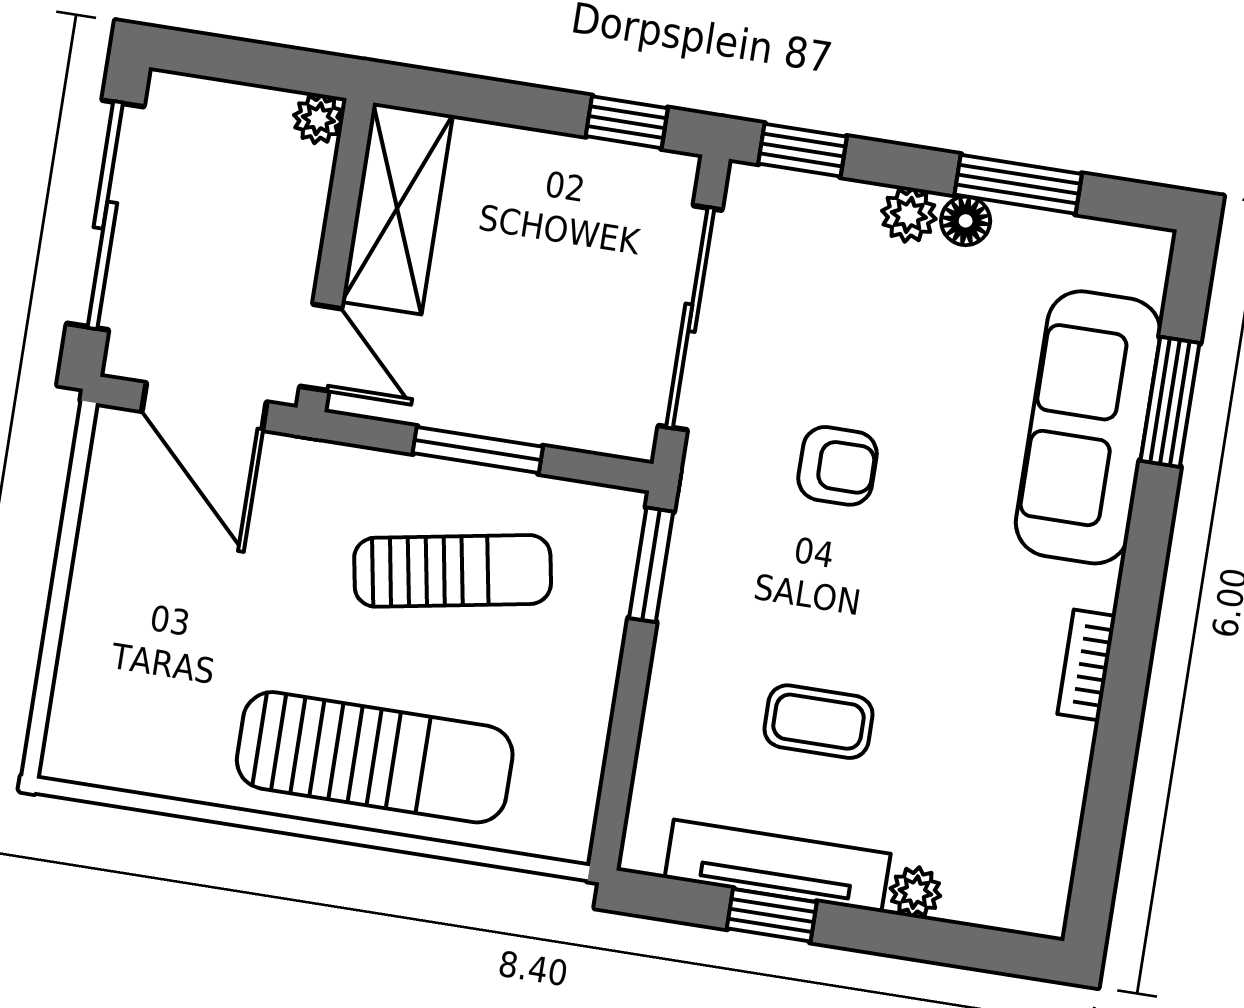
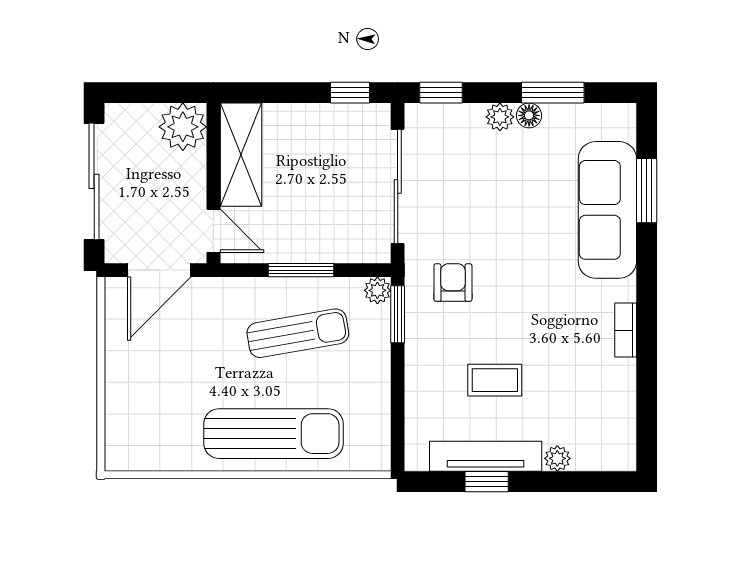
plant: (318, 119) -> (183, 127), width x1.88, depth x1.88
door: (204, 407) -> (159, 270), hinge flipped
armchair: (838, 466) -> (453, 283), moved, turned -90
plant: (619, 512) -> (377, 290), added

